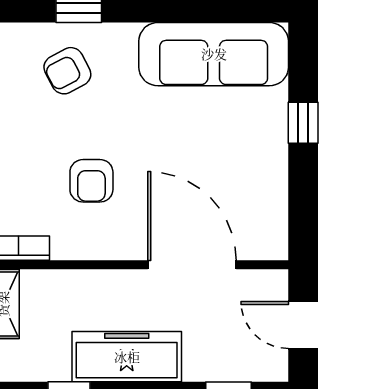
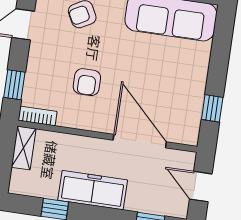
window: (303, 123) -> (212, 108), moved

